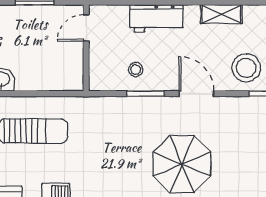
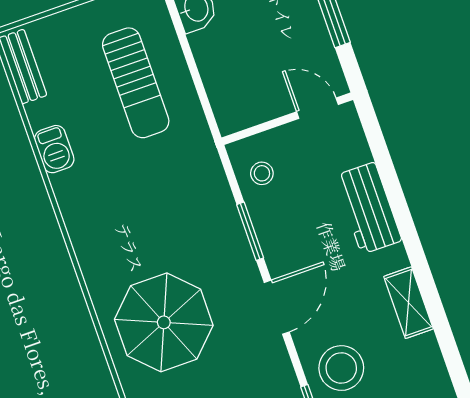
stool: (136, 70) -> (262, 173), moved

